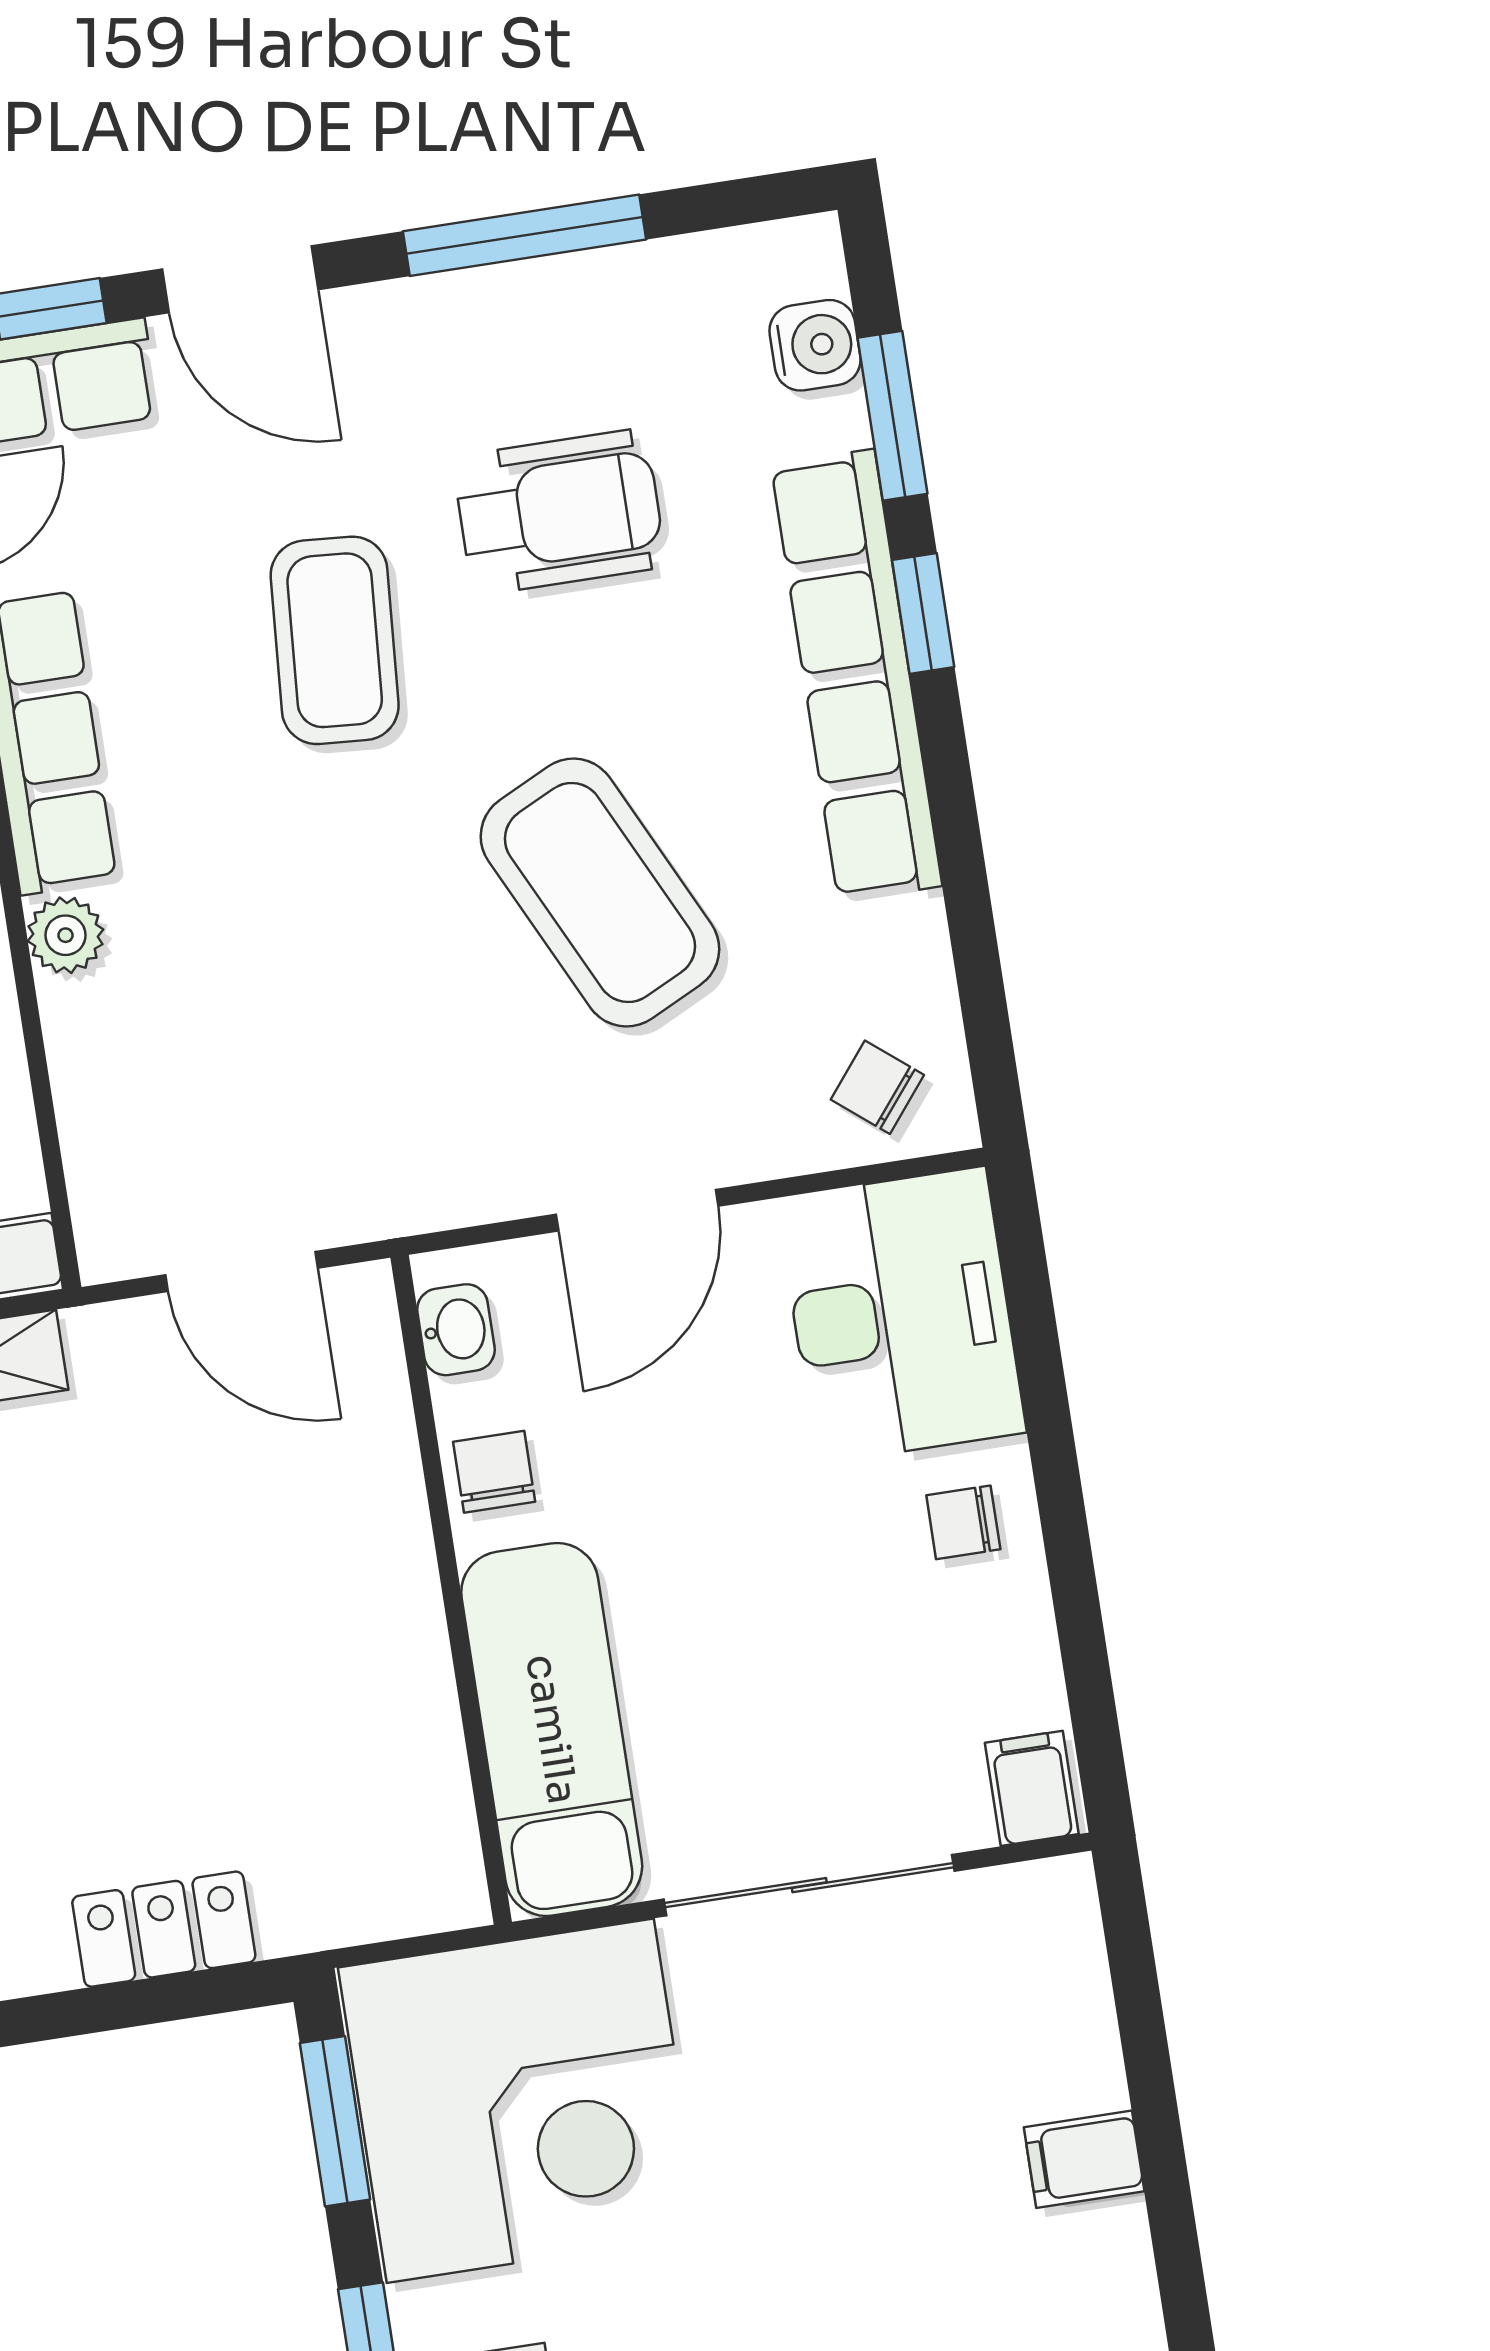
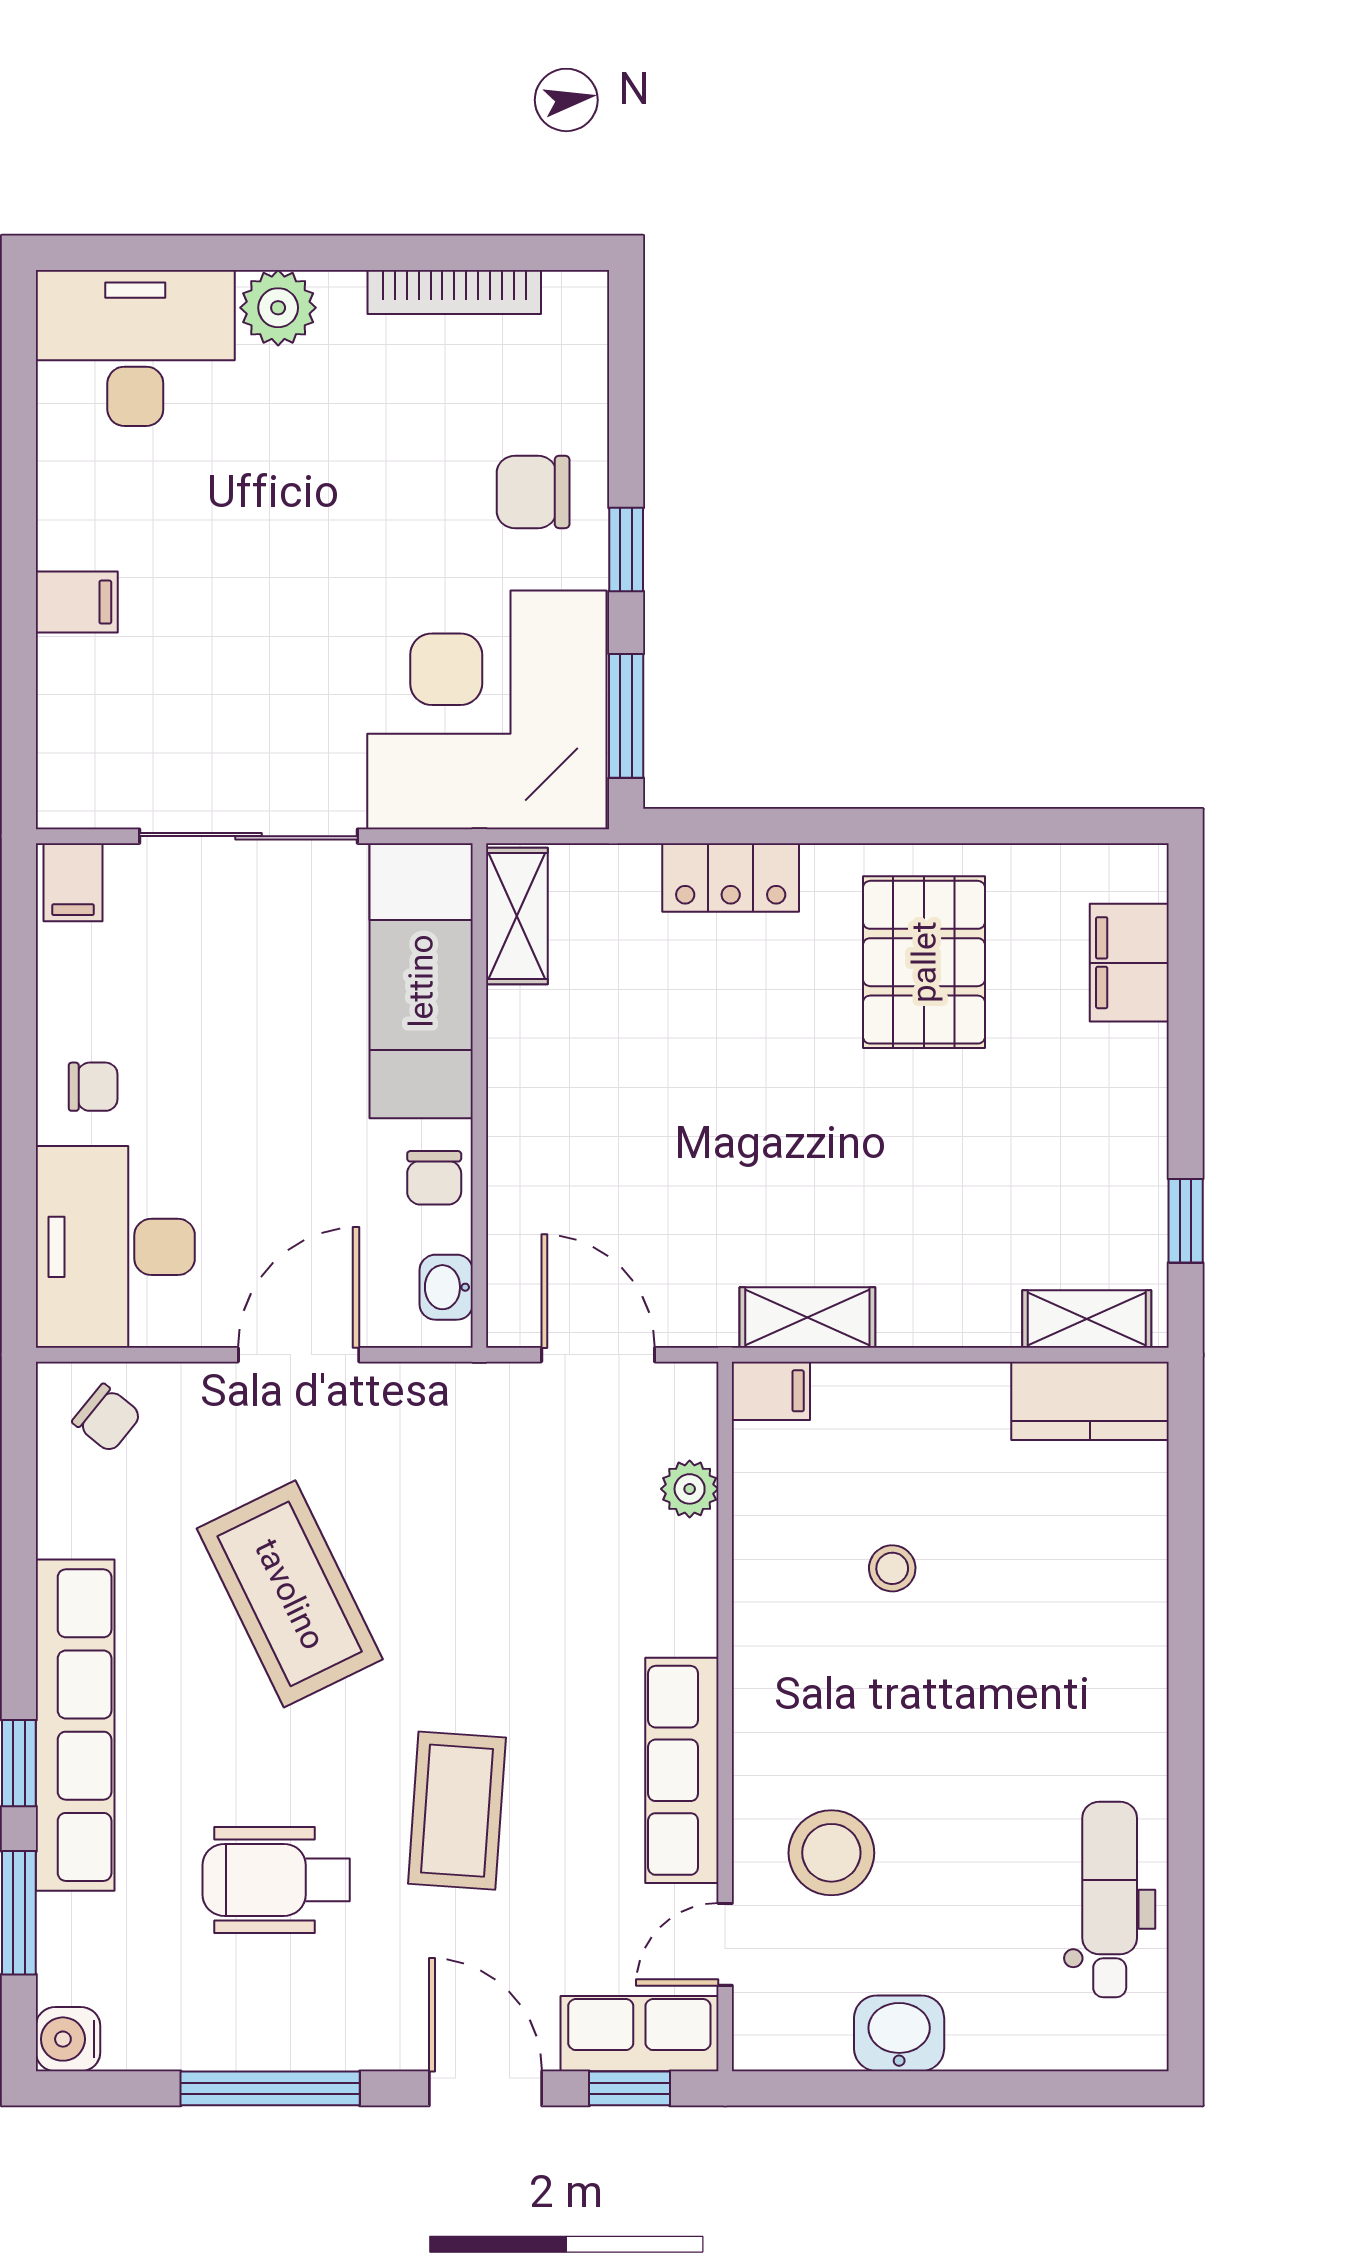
water cooler: (815, 345) -> (68, 2039), moved
plant: (66, 935) -> (690, 1489), moved
shelving: (438, 1835) -> (517, 916), added

